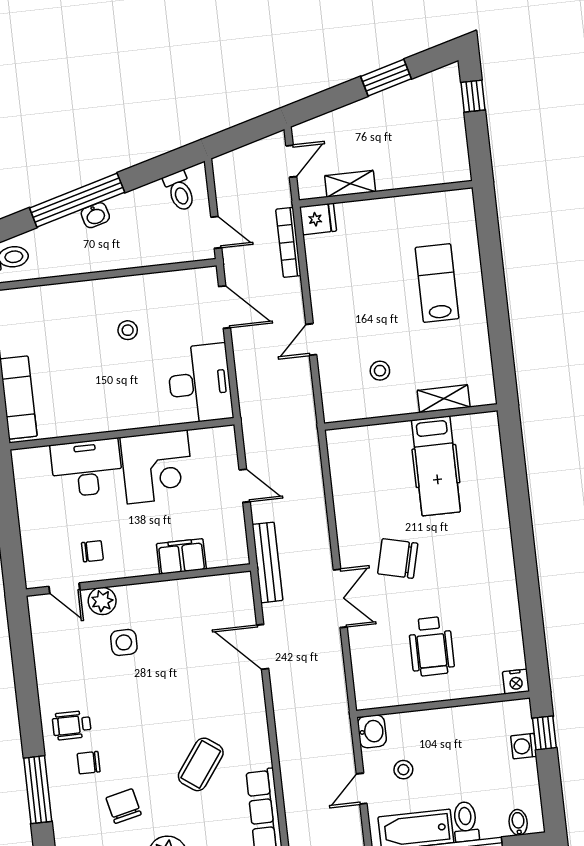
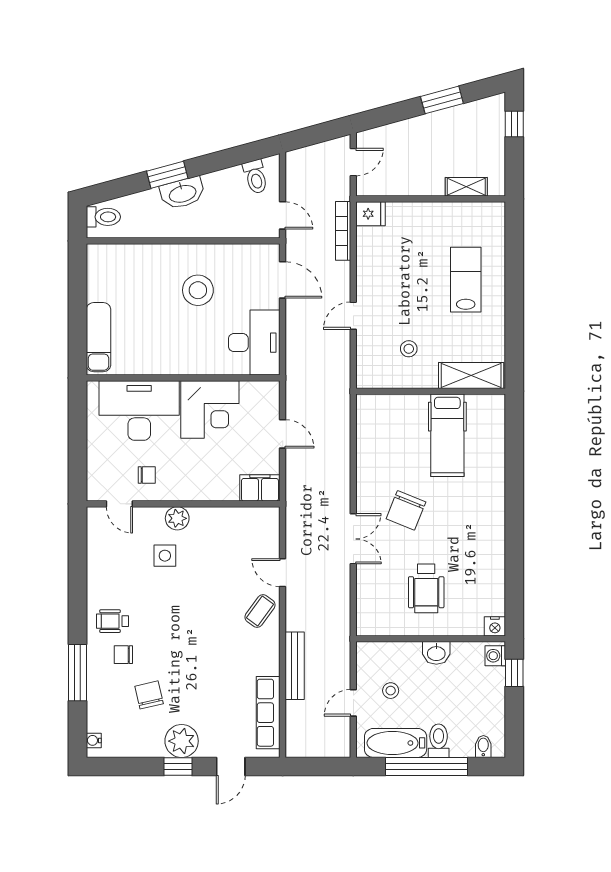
shelving: (350, 184) -> (466, 187), moved
window: (77, 200) -> (167, 175), width x0.47
washbasin: (95, 215) -> (182, 193), width x1.91, depth x1.45
stool: (128, 330) -> (198, 290), width x1.89, depth x1.89
shelving: (444, 399) -> (471, 375), width x1.50, depth x1.33
desk: (87, 468) -> (139, 410), width x1.36, depth x1.30
filing cabinet: (181, 556) -> (260, 488), moved
chair: (398, 558) -> (406, 510), turned -82
bench: (267, 562) -> (295, 666), moved
plant: (102, 601) -> (177, 518), moved
door: (263, 647) -> (283, 573), width x0.73
washbasin: (372, 731) -> (436, 653), moved, turned 90
washing machine: (524, 746) -> (495, 656), moved
coffee table: (201, 764) -> (260, 611), moved, width x0.73, depth x0.77

